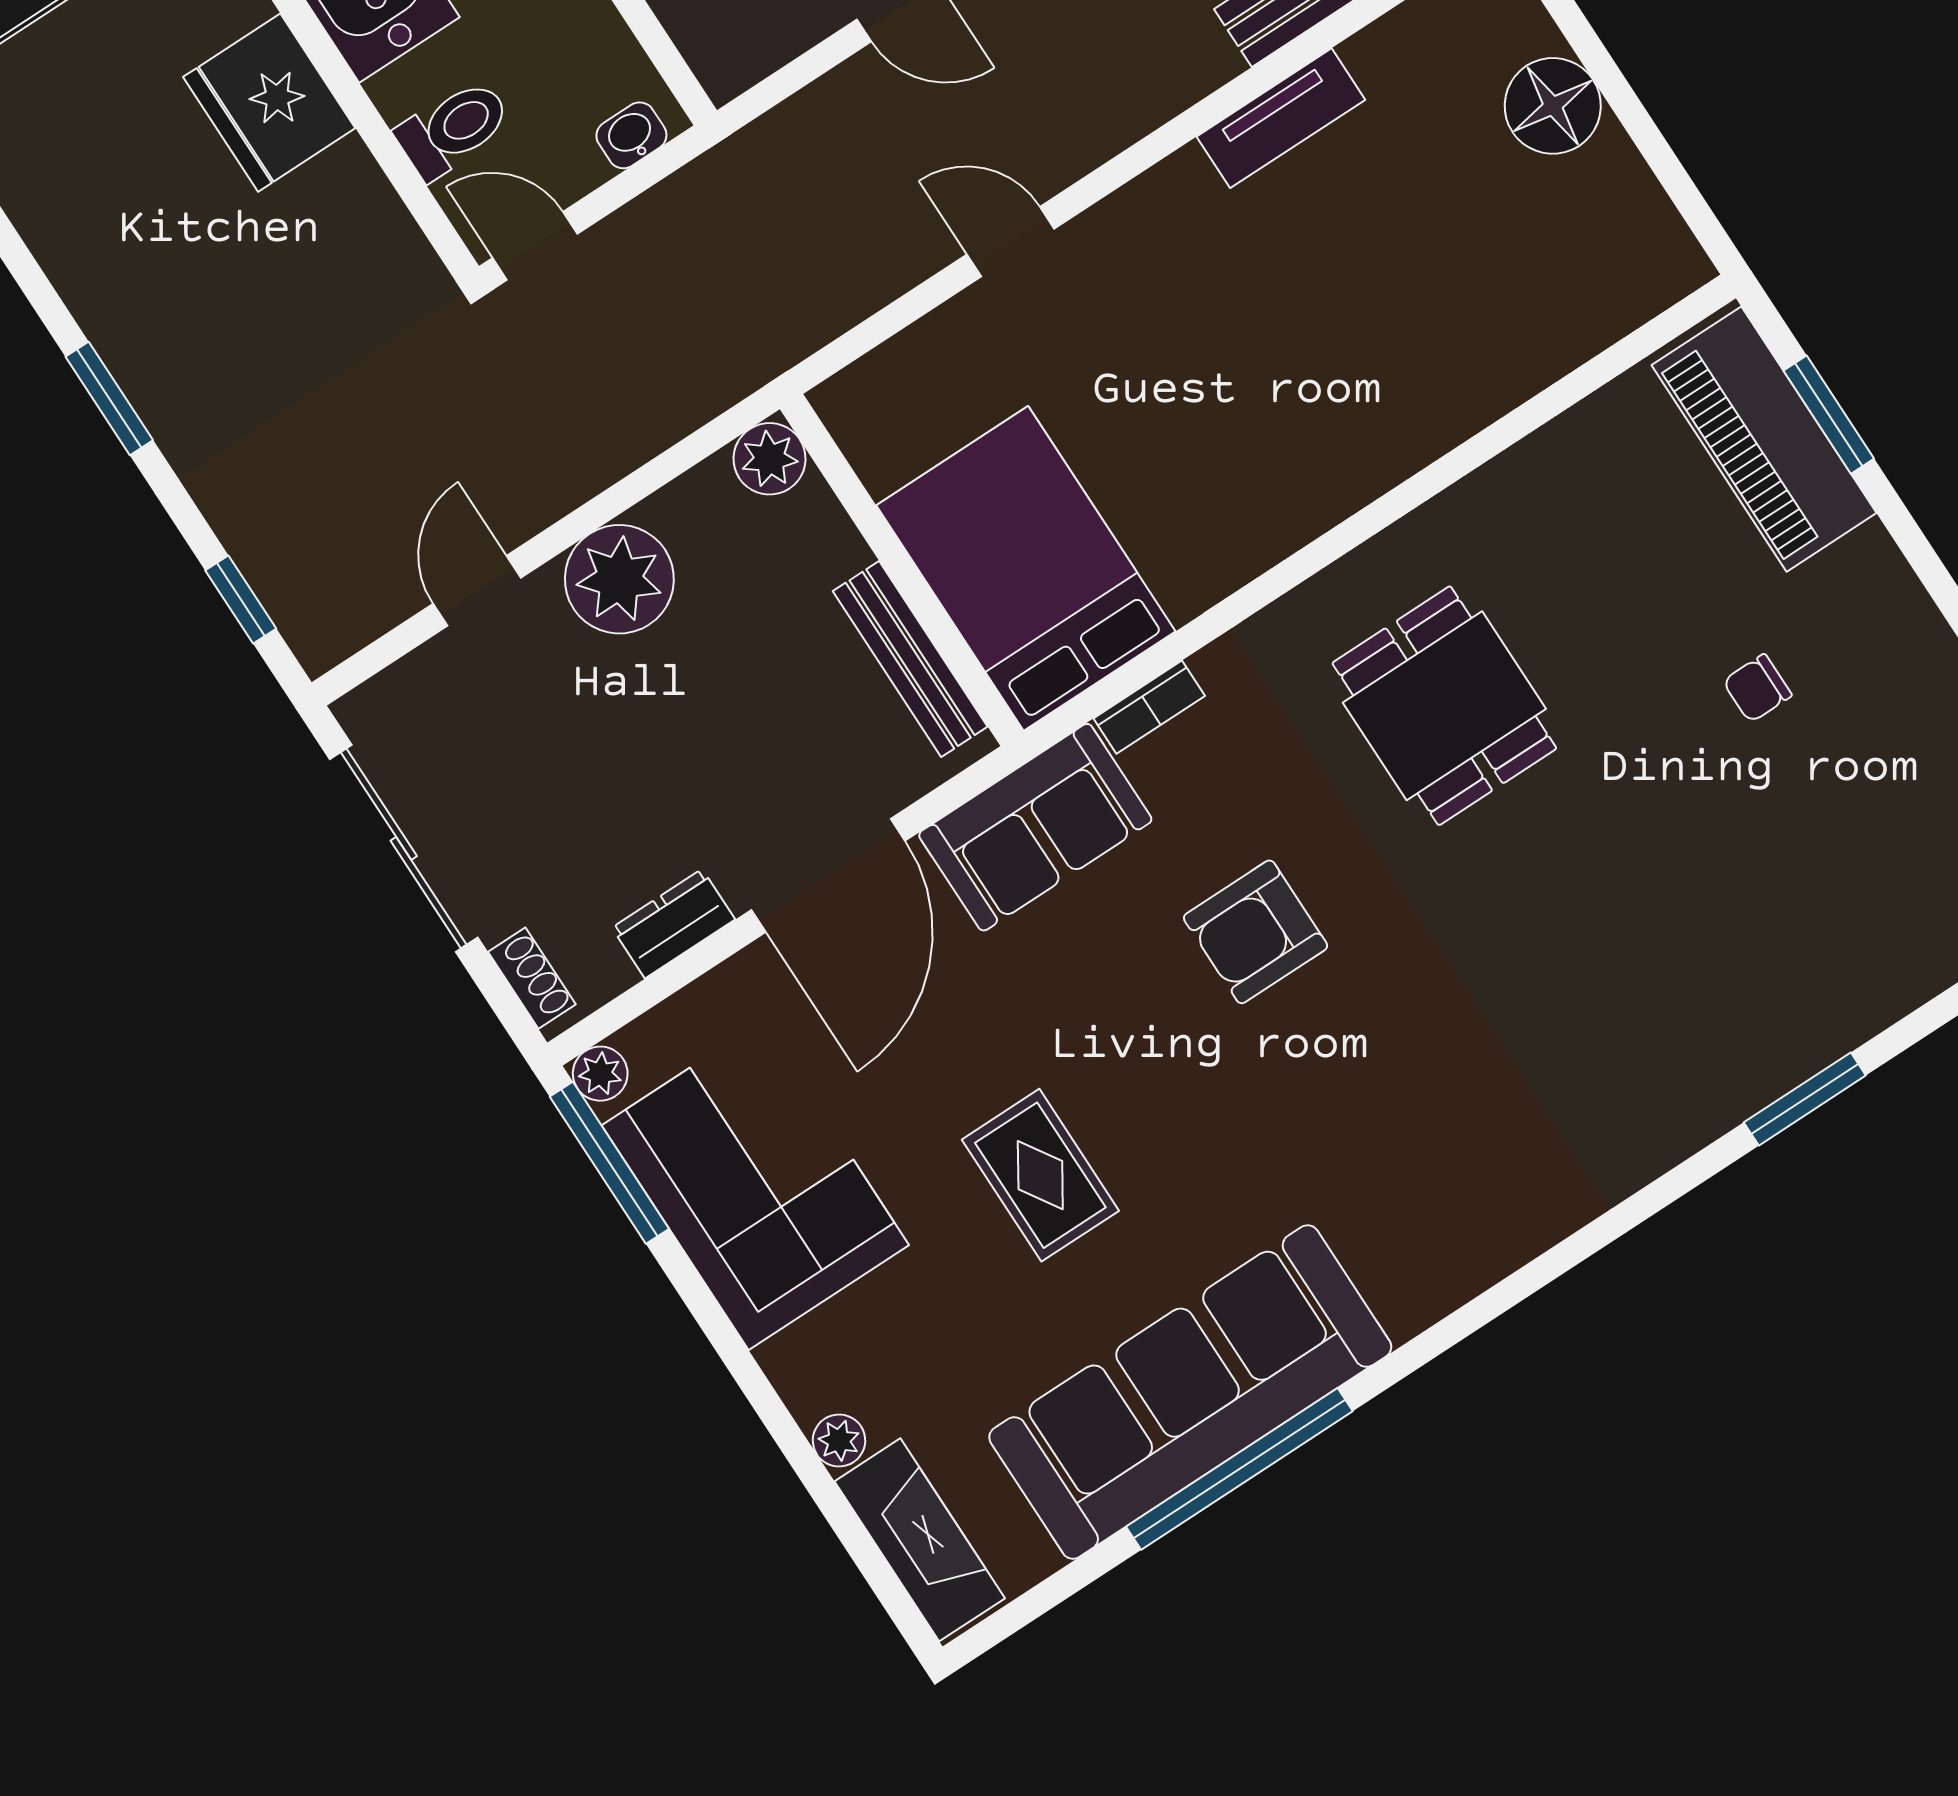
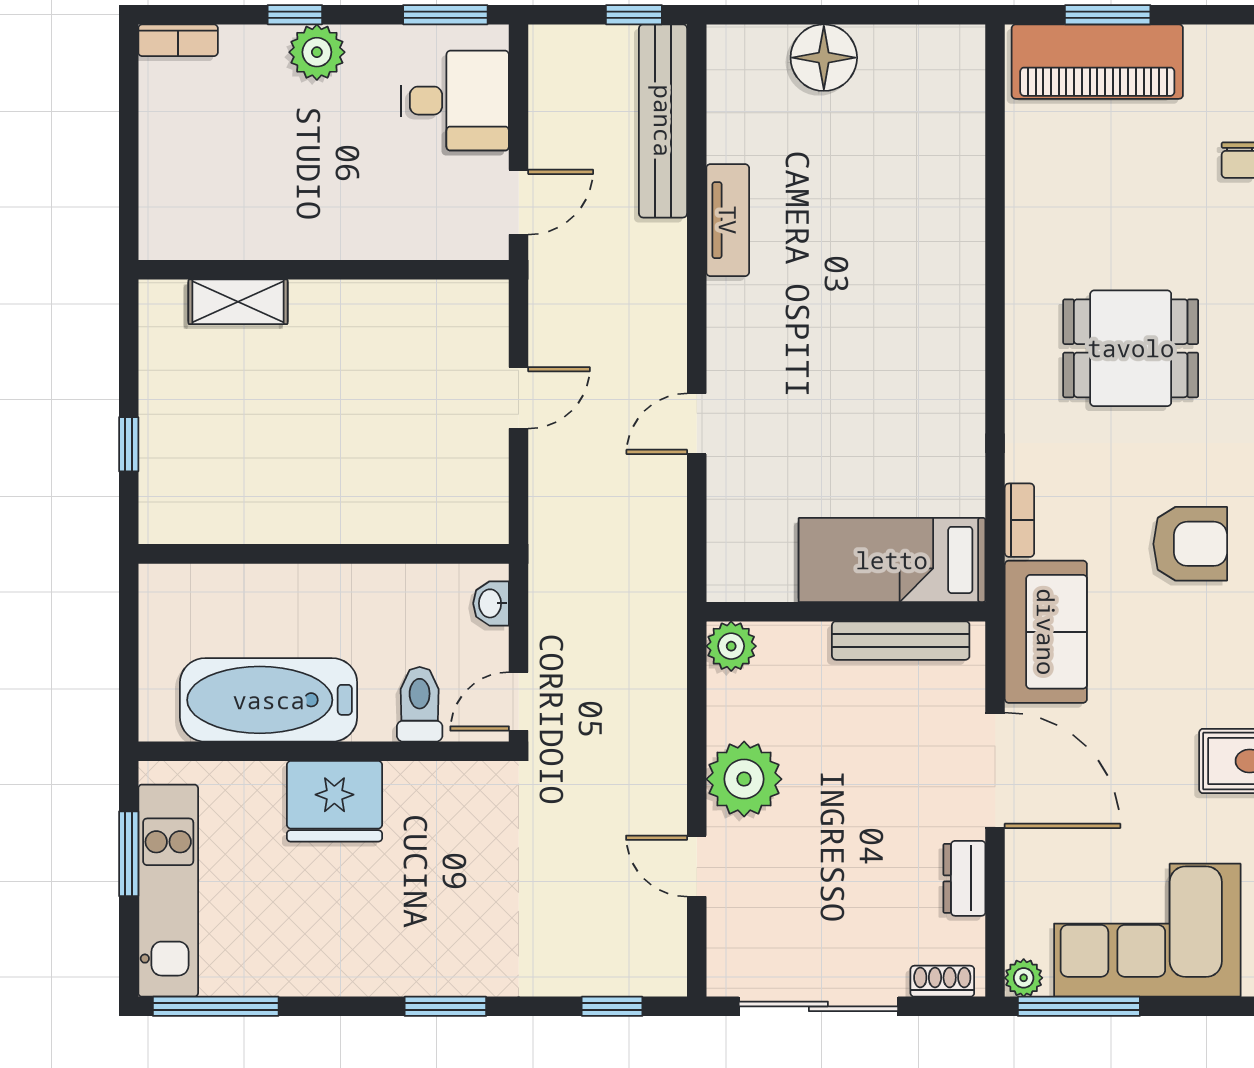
bed: (1026, 568) -> (892, 560), width x0.67
armchair: (1256, 932) -> (1190, 544), turned -90

